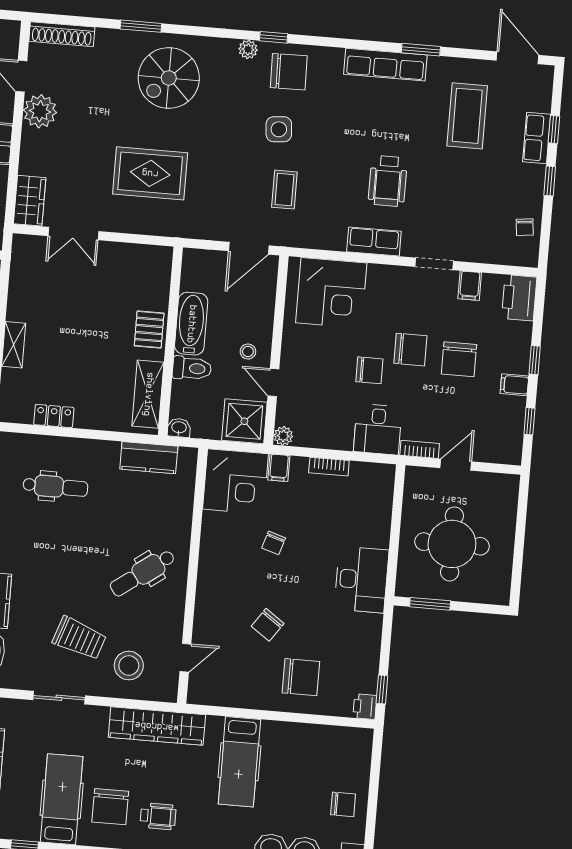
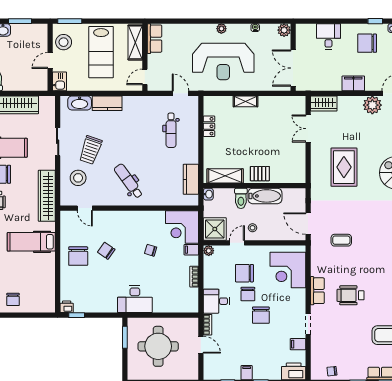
side table: (279, 129) -> (373, 234), removed
chair: (459, 359) -> (244, 273), moved
chair: (301, 677) -> (78, 256), moved

